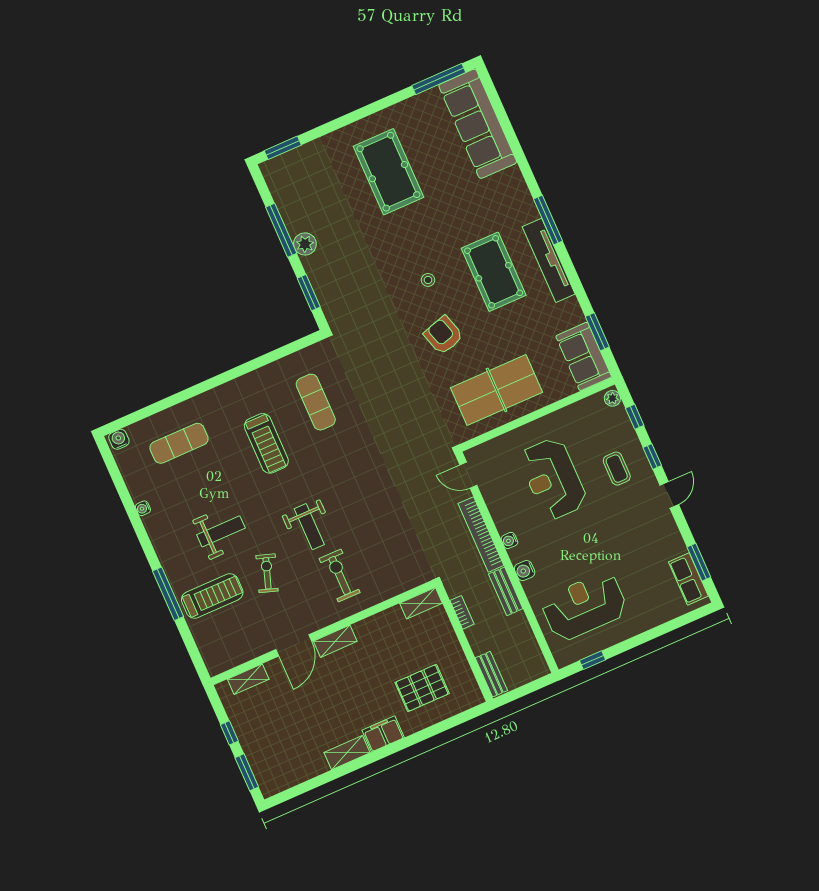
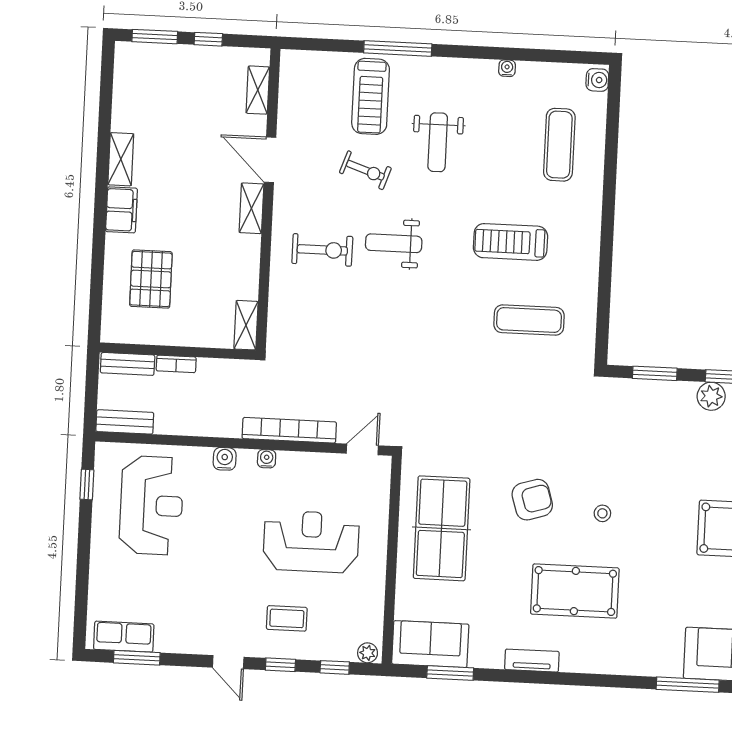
window: (548, 220) -> (688, 685), moved
tv unit: (549, 260) -> (532, 661), width x0.52, depth x0.78
bench: (506, 591) -> (125, 422), moved
bookcase: (462, 612) -> (176, 364), moved

